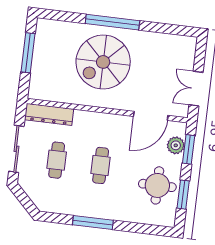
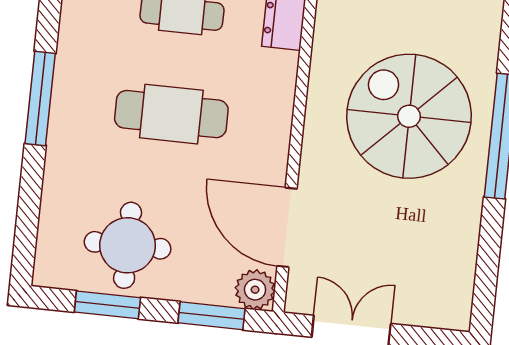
plant: (176, 145) -> (255, 290), moved
cafe table: (101, 165) -> (171, 114), width x1.37, depth x1.35

